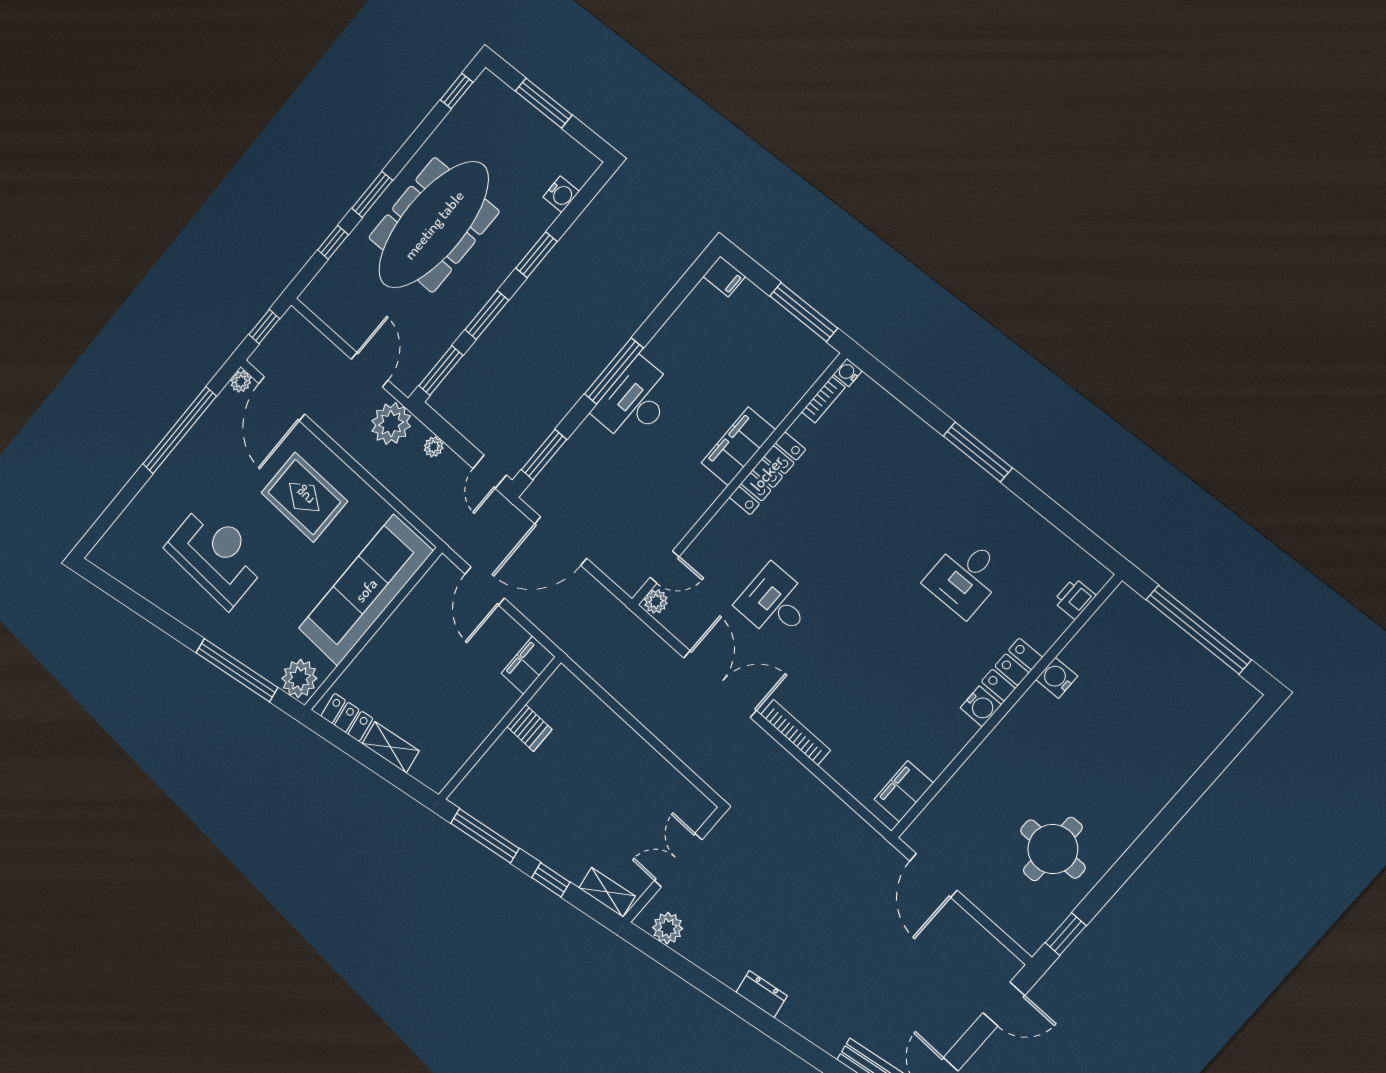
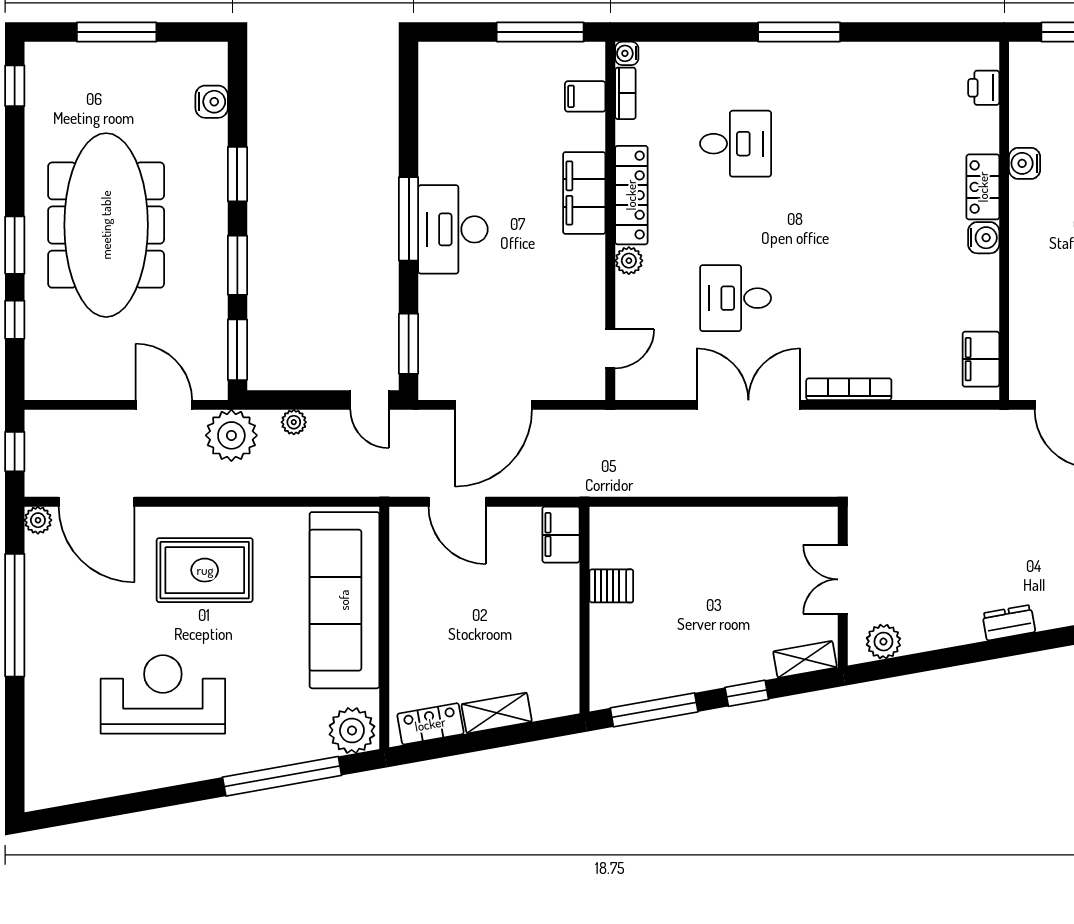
filing cabinet: (724, 277) -> (585, 96), moved, turned 180
desk: (965, 577) -> (736, 144), moved, turned -90
plant: (656, 601) -> (629, 261), moved

